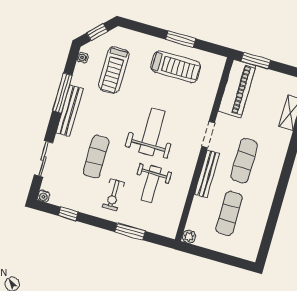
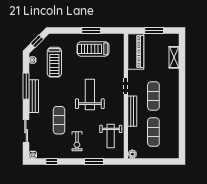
window: (256, 61) -> (154, 30), moved
treadmill: (176, 67) -> (93, 49), turned 180
weight bench: (151, 184) -> (111, 136), moved

